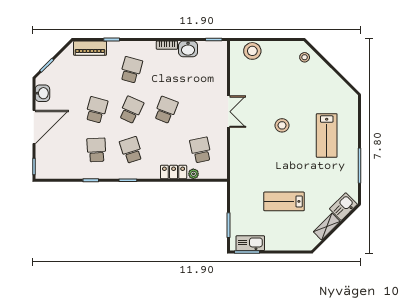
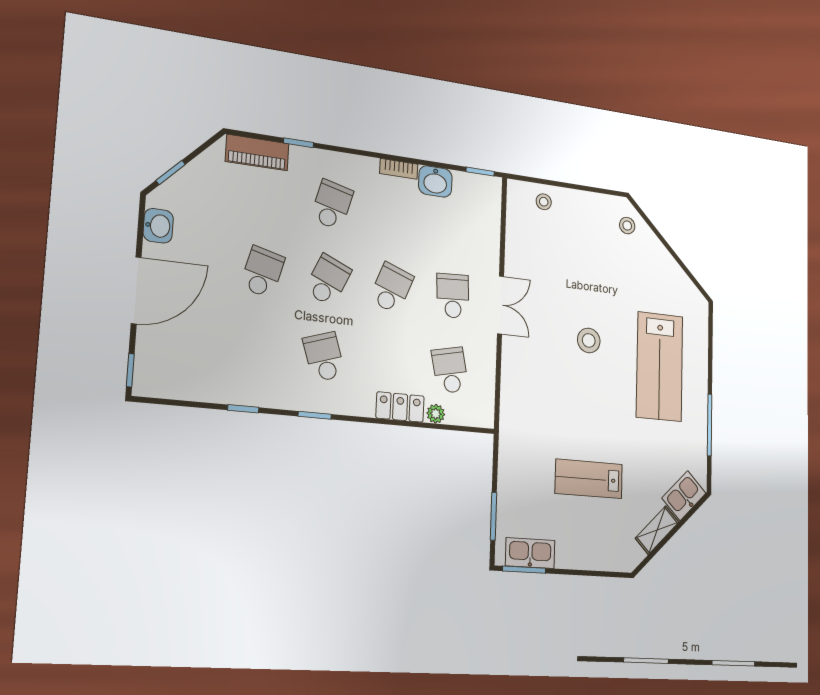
stool: (252, 51) -> (544, 202), width x0.53, depth x0.53
lab bench: (327, 135) -> (660, 367), width x1.36, depth x1.39
school desk: (96, 150) -> (453, 296), moved

